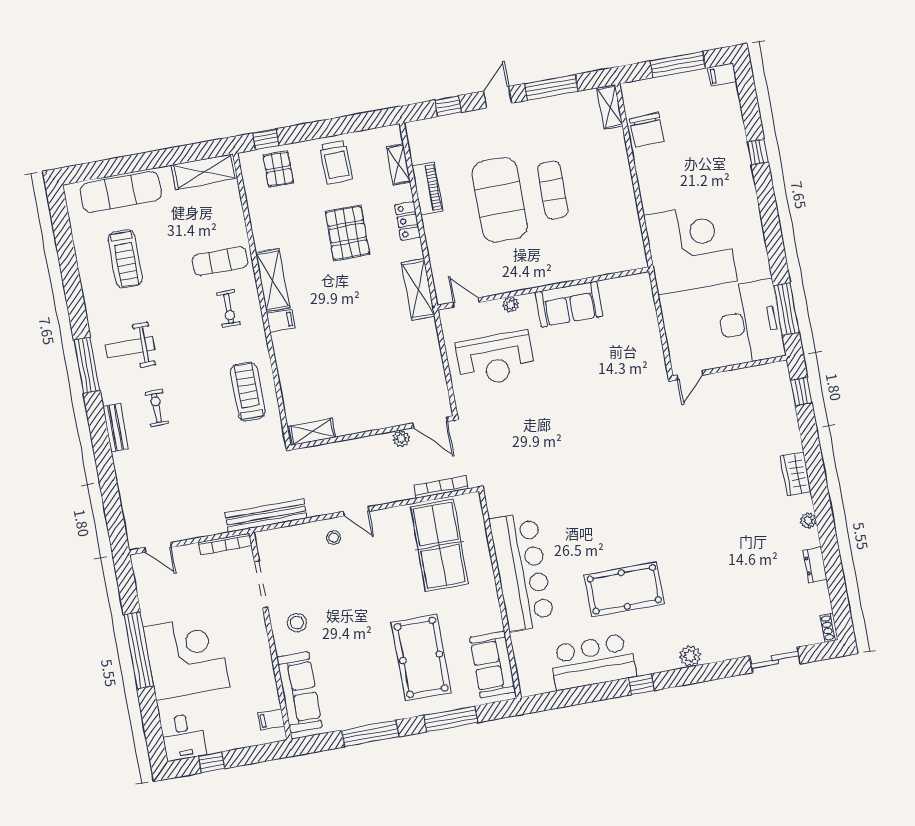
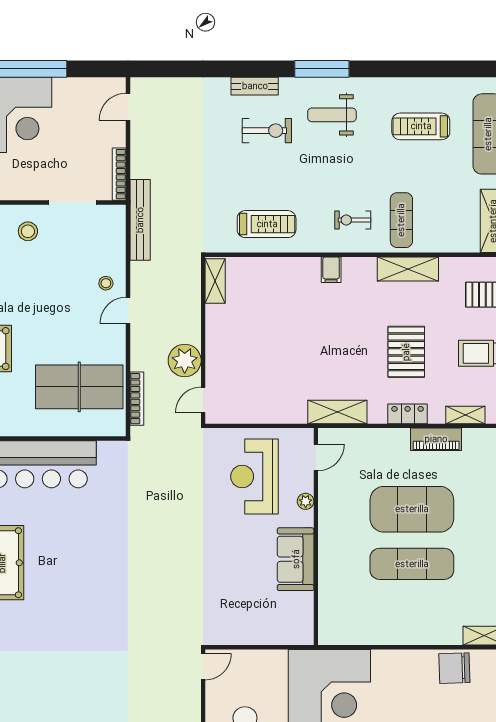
exercise mat: (553, 190) -> (412, 564), width x1.36, depth x1.45
pallet: (347, 233) -> (406, 352), turned 90
shelving: (273, 280) -> (408, 269), moved
weight bench: (130, 347) -> (332, 115), turned -90
door: (690, 375) -> (203, 667), swing flipped
exercise bike: (157, 408) -> (267, 131), width x1.38, depth x1.39
door: (430, 422) -> (203, 400), width x0.73
plant: (401, 438) -> (185, 360), width x1.87, depth x1.87

